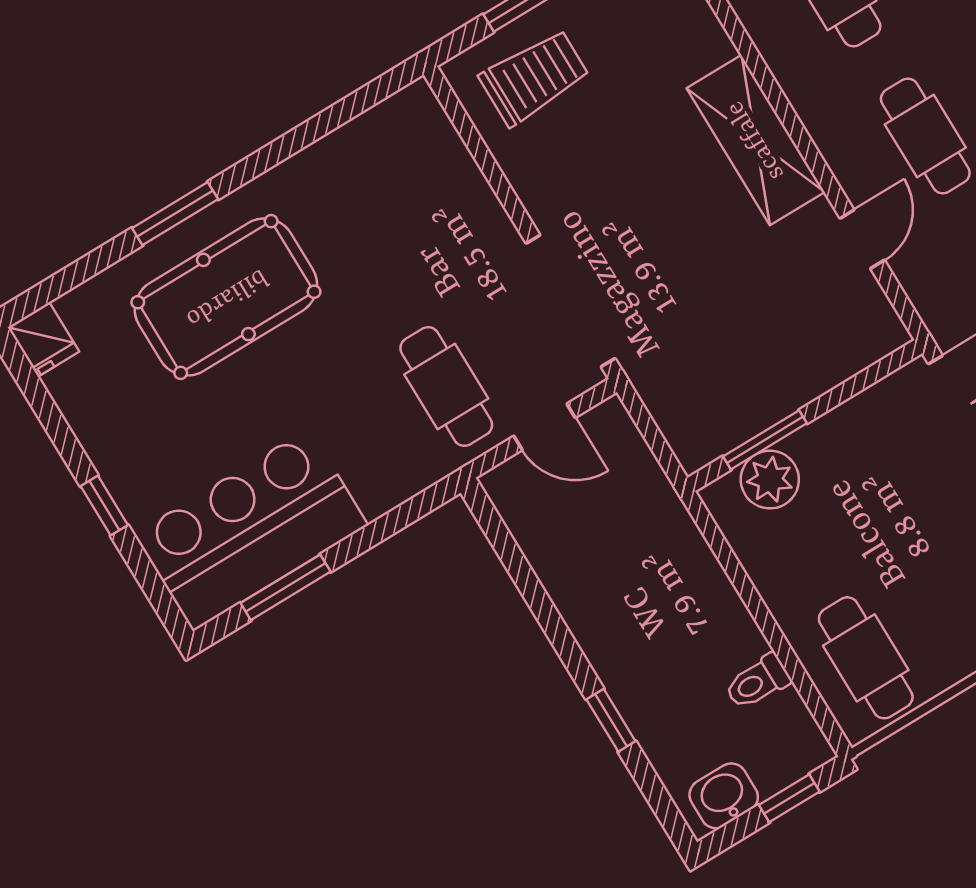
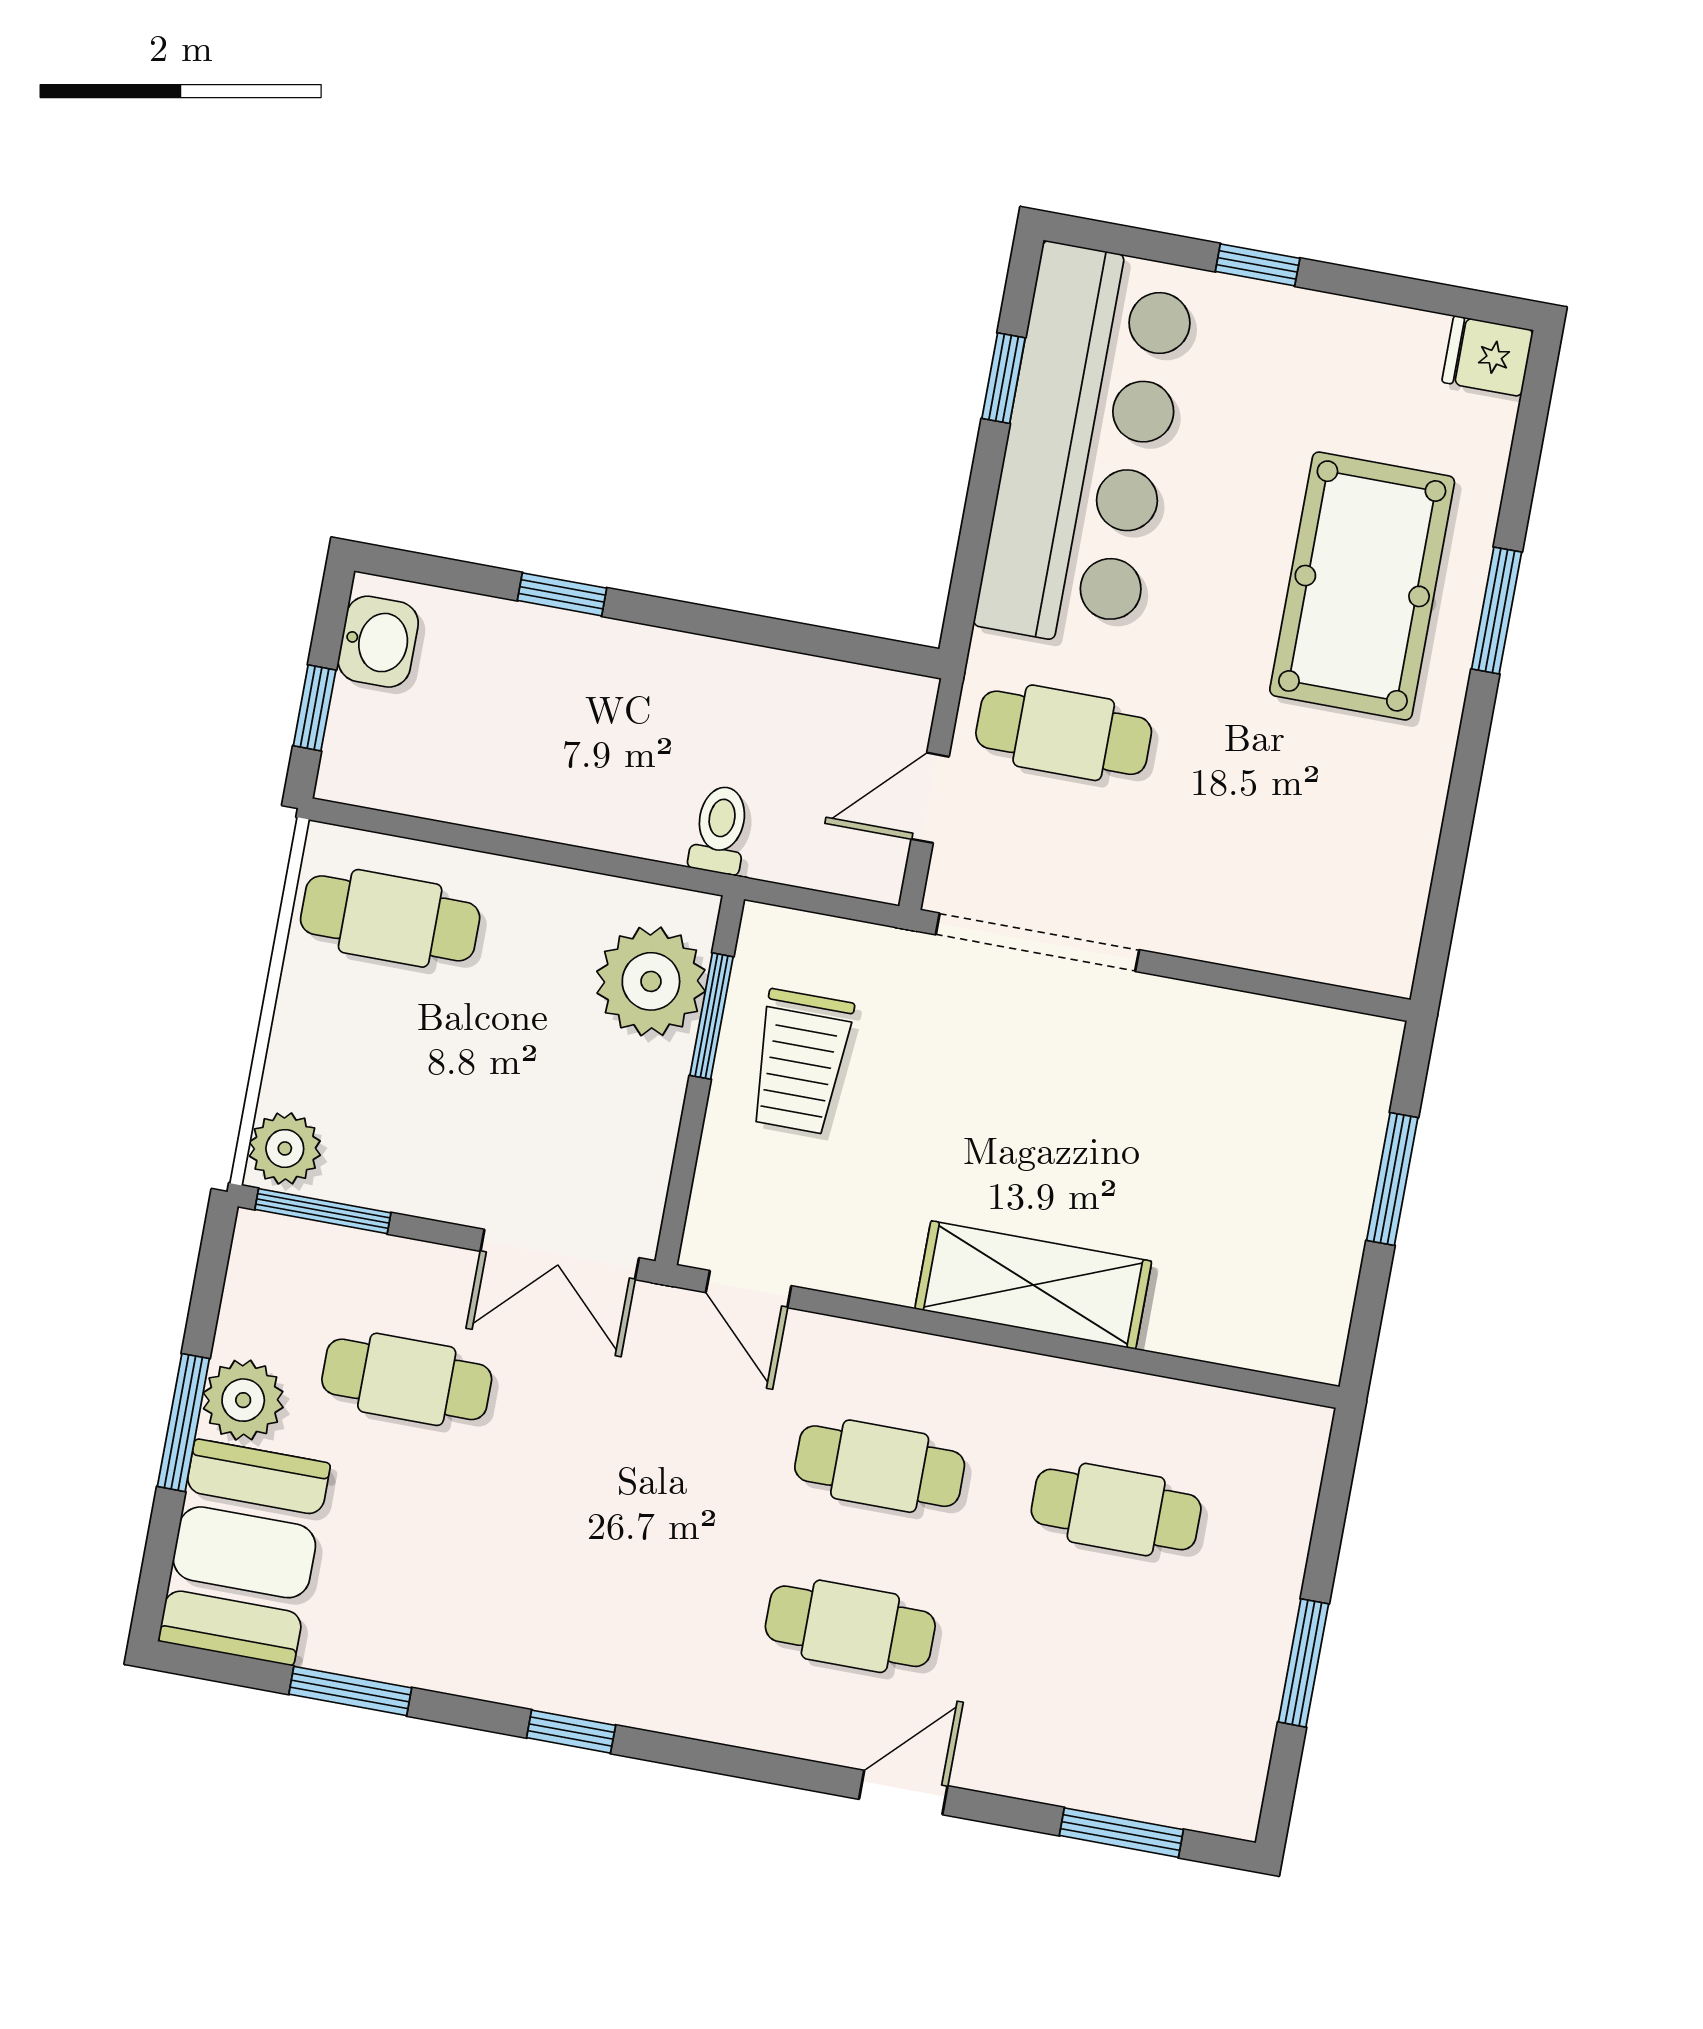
trolley: (534, 77) -> (800, 1062), moved
door: (862, 239) -> (749, 1289), moved
plant: (770, 480) -> (651, 981), width x1.36, depth x1.36
bar counter: (251, 530) -> (1086, 447), width x1.36
window: (286, 587) -> (1004, 378), width x0.67
toilet: (758, 682) -> (720, 830), moved

